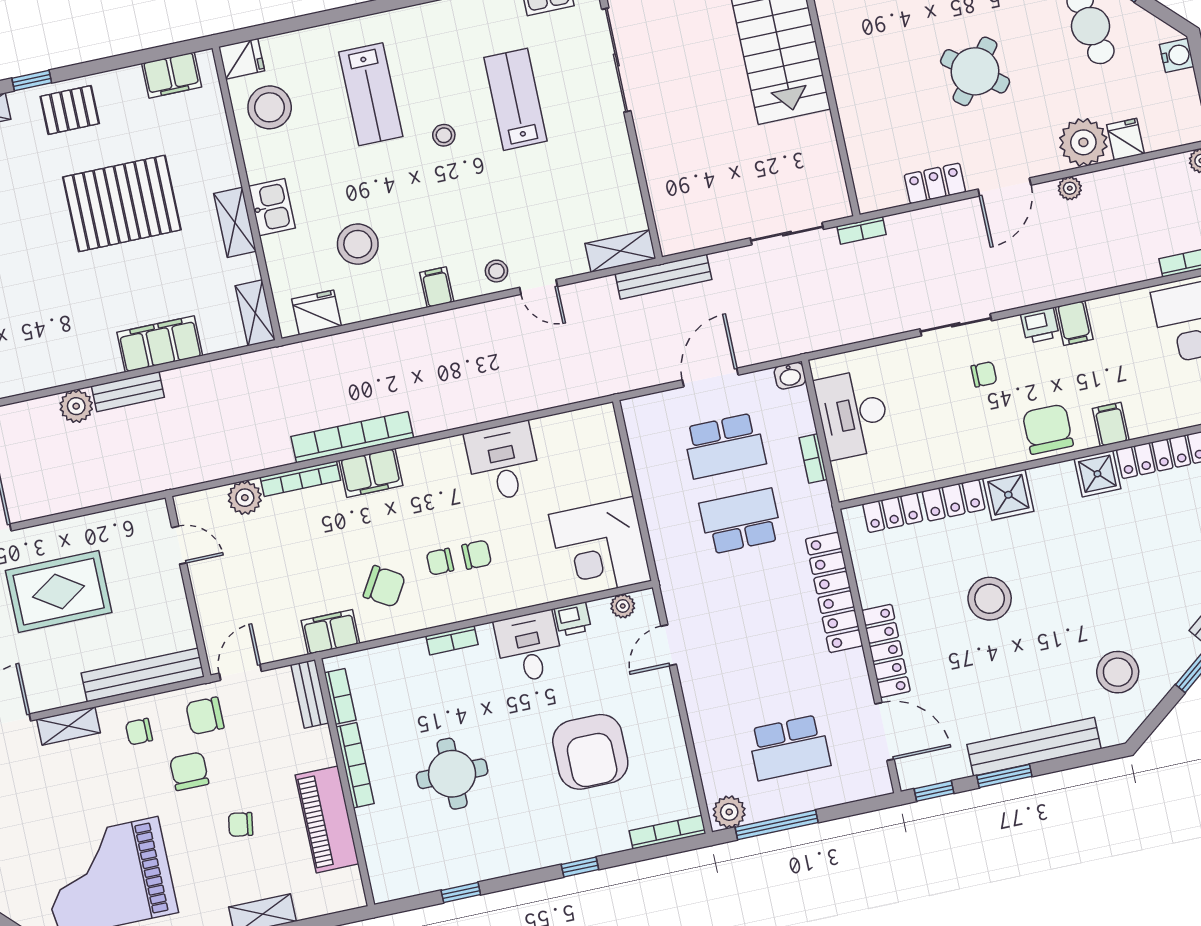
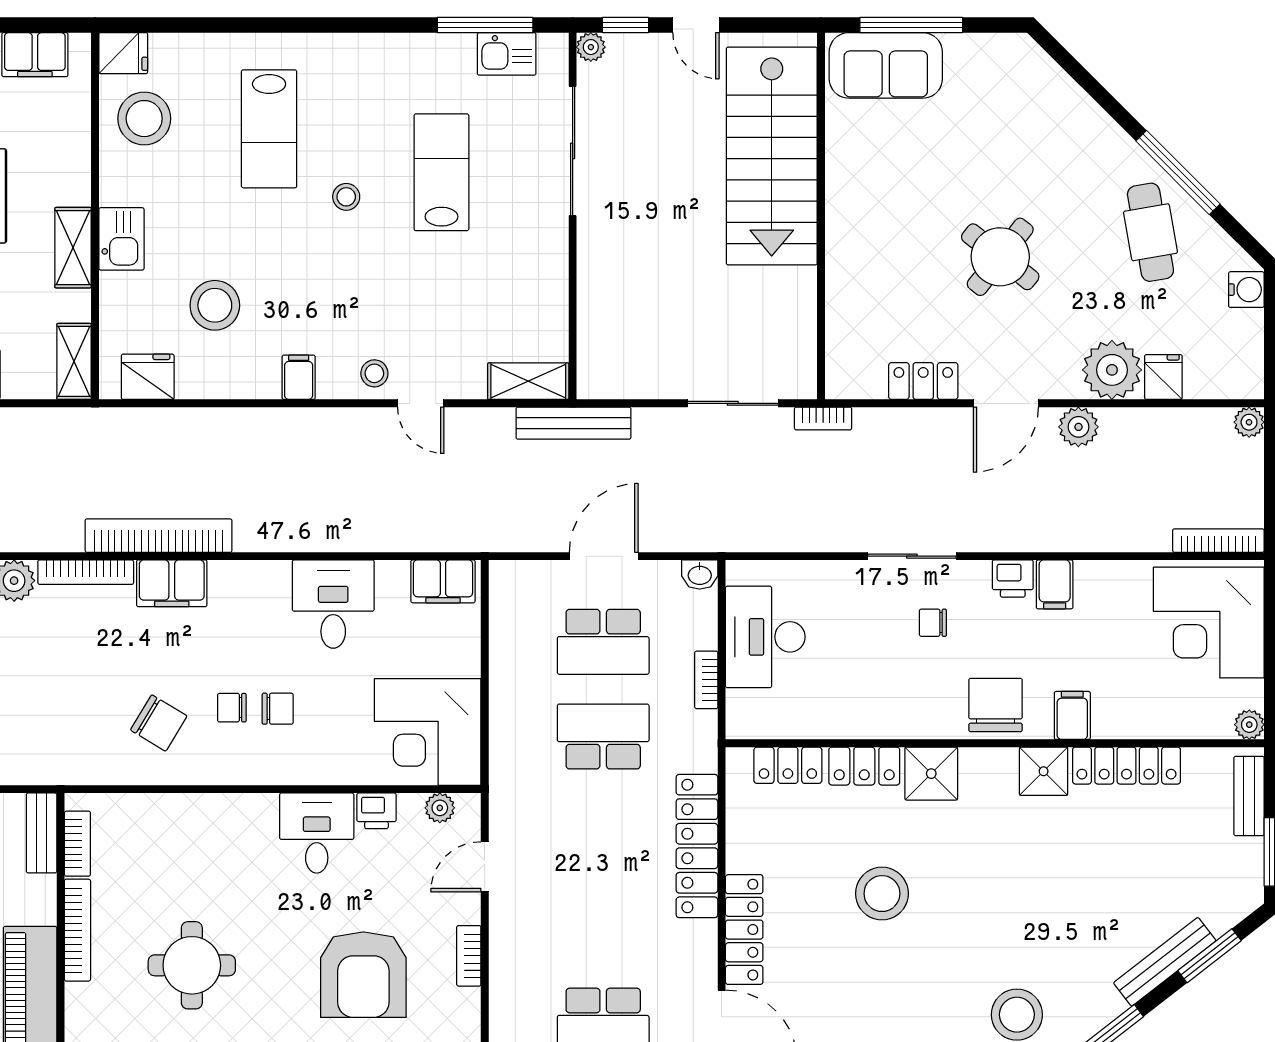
plant: (1070, 188) -> (1078, 427), width x1.38, depth x1.38
chair: (984, 374) -> (933, 623), turned 180
filing cabinet: (330, 632) -> (443, 581), moved, turned 180
bookcase: (452, 640) -> (469, 956), moved, turned 90

